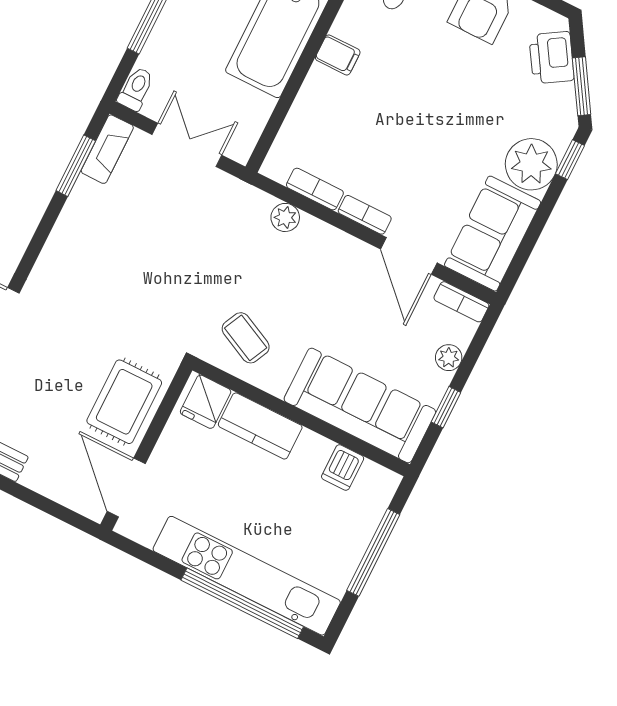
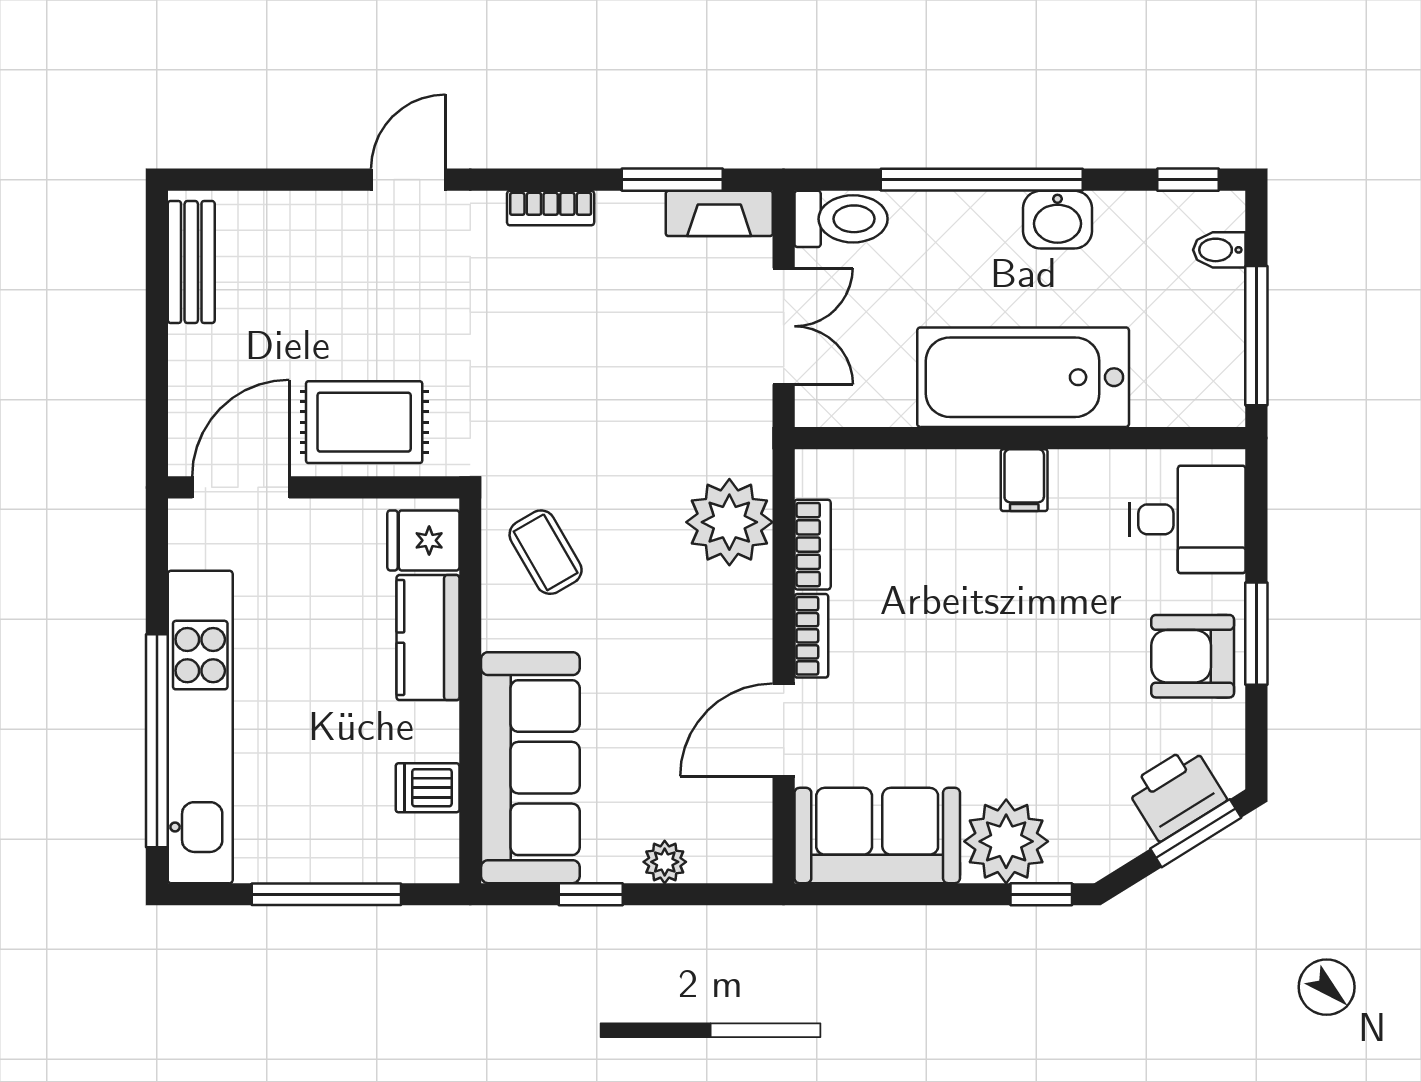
window: (582, 86) -> (1196, 833), moved
toilet: (136, 89) -> (841, 219), width x1.37, depth x1.39
plant: (285, 217) -> (729, 522), width x1.88, depth x1.88
bookcase: (461, 302) -> (551, 208), moved, turned -90
coffee table: (246, 338) -> (546, 552), turned -56

